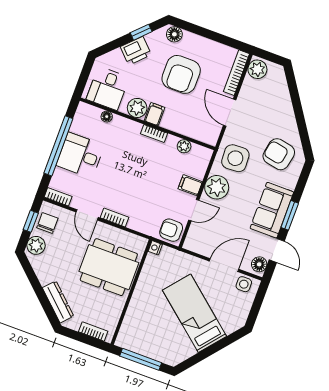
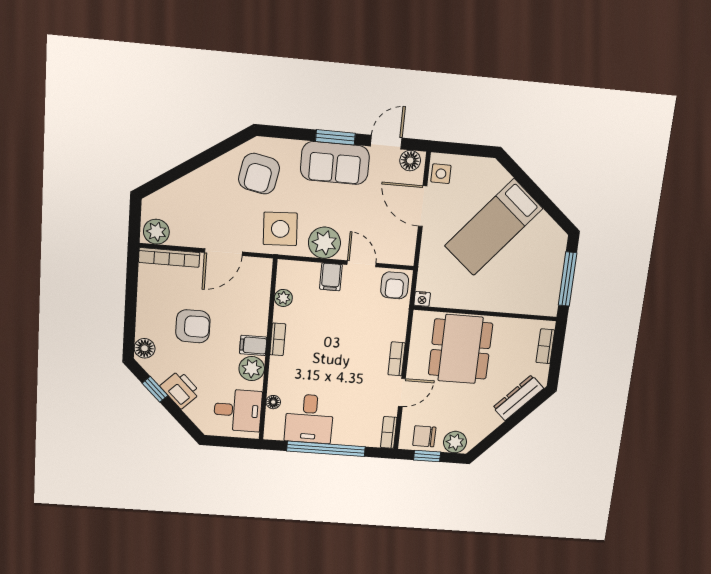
armchair: (181, 74) -> (193, 326), width x0.73, depth x0.73
desk: (80, 155) -> (309, 419), moved

